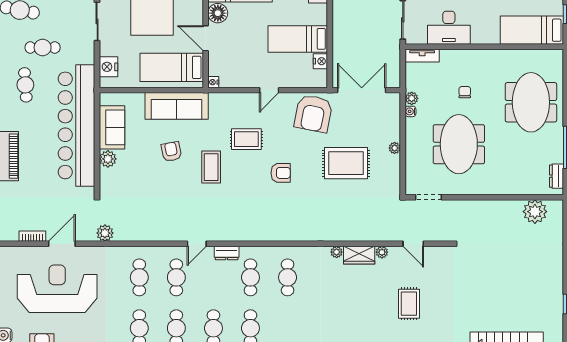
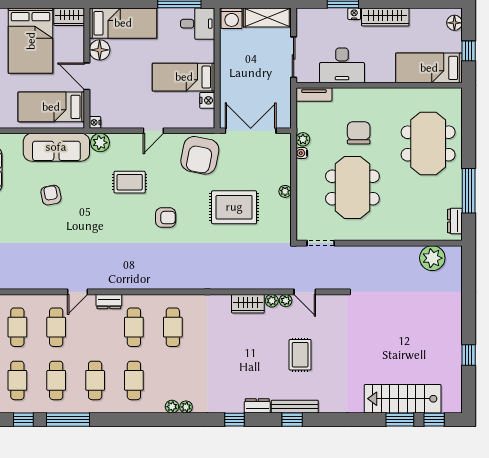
chair: (465, 92) -> (359, 133), width x1.87, depth x1.87
plant: (218, 101) -> (100, 143), added
coffee table: (211, 167) -> (93, 211), removed
plant: (337, 252) -> (286, 301), moved

